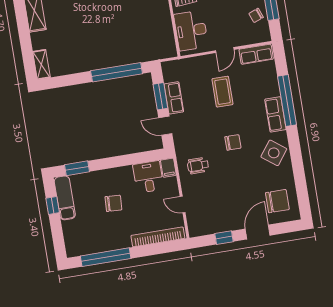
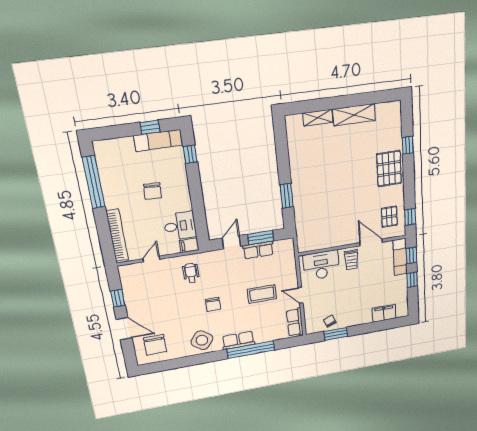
shelving: (41, 64) -> (318, 118), moved
window: (117, 72) -> (287, 196), width x0.47
window: (77, 168) -> (190, 154), width x0.67

